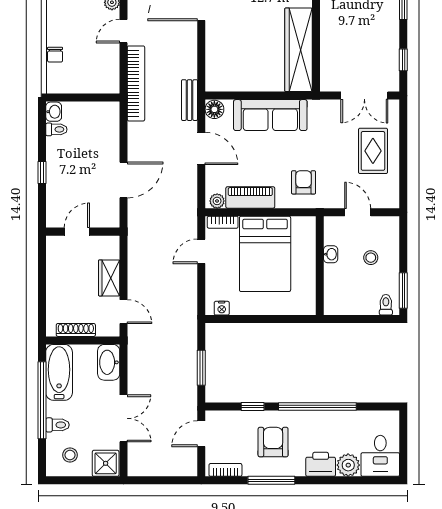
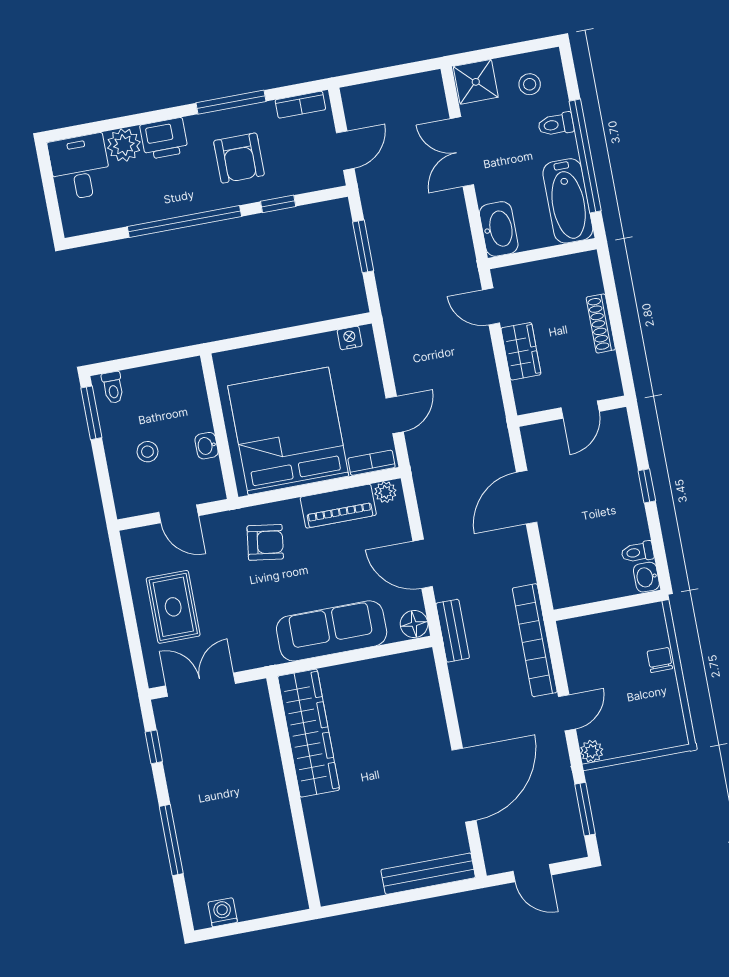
armchair: (304, 182) -> (265, 542), turned -82
bed: (265, 254) -> (288, 431), width x1.36
shoe rack: (76, 330) -> (601, 323), moved, turned 90

